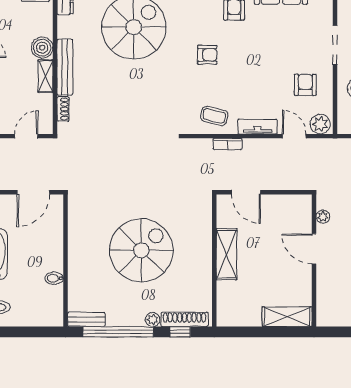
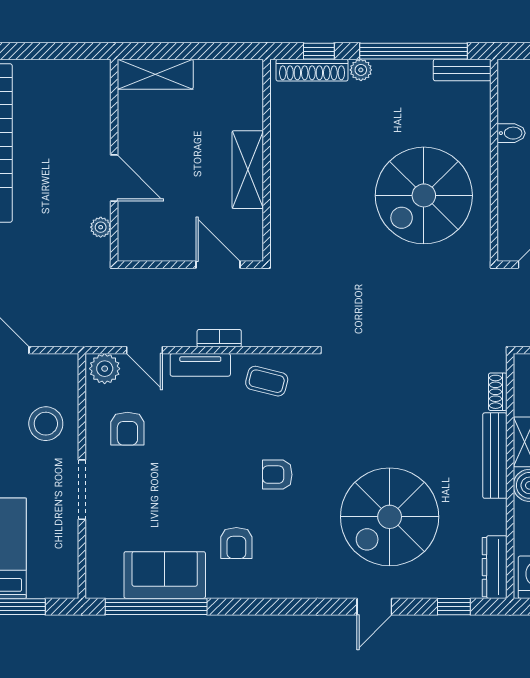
bookcase: (227, 144) -> (219, 338), moved
spiral stairs: (141, 250) -> (424, 195), moved

